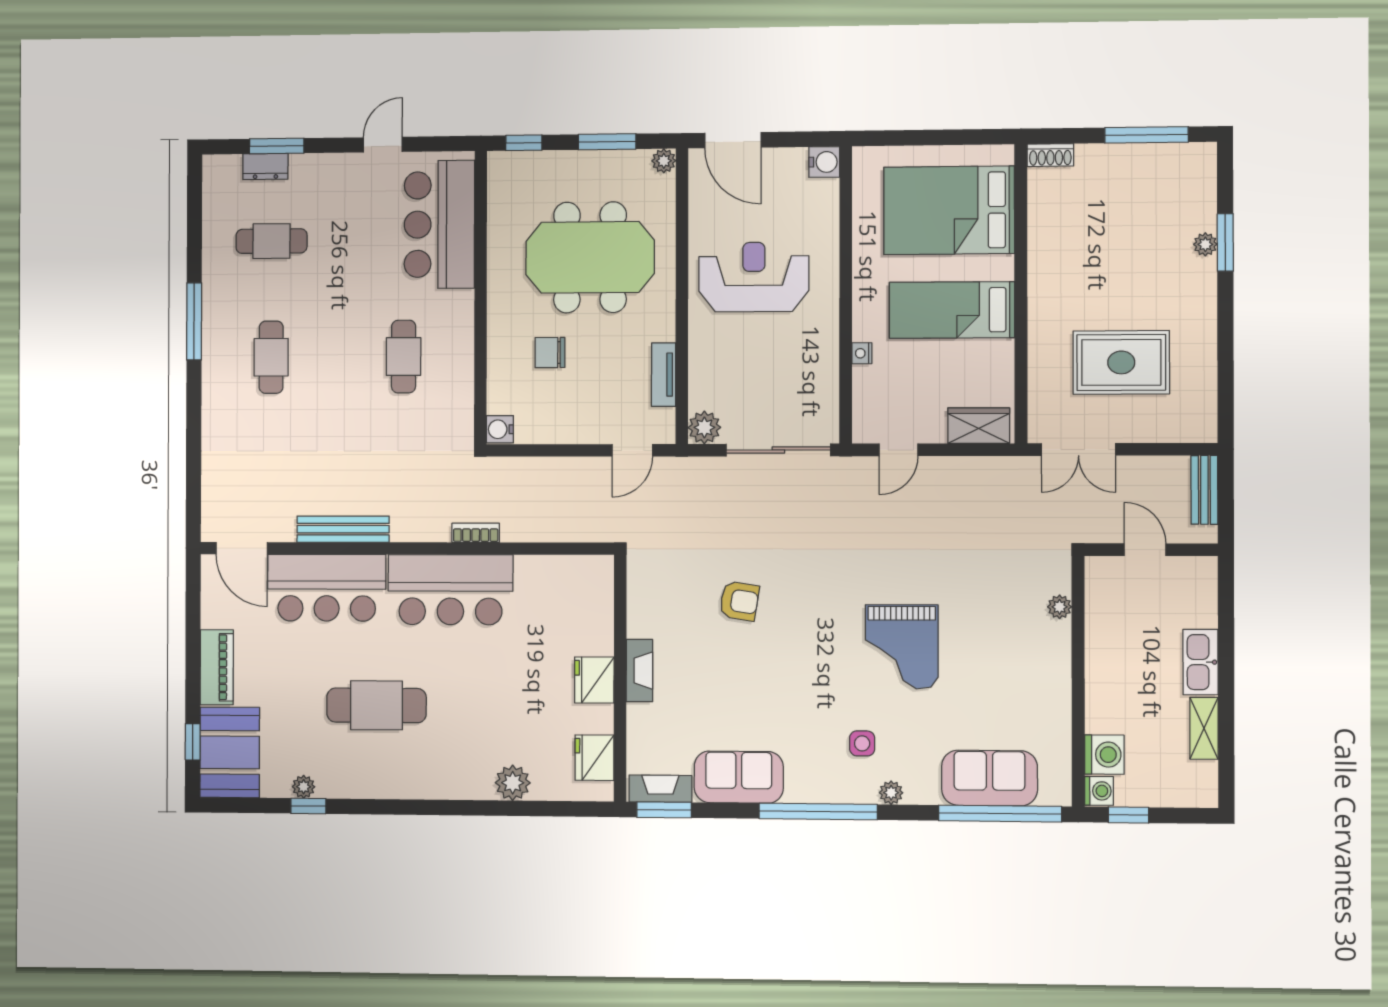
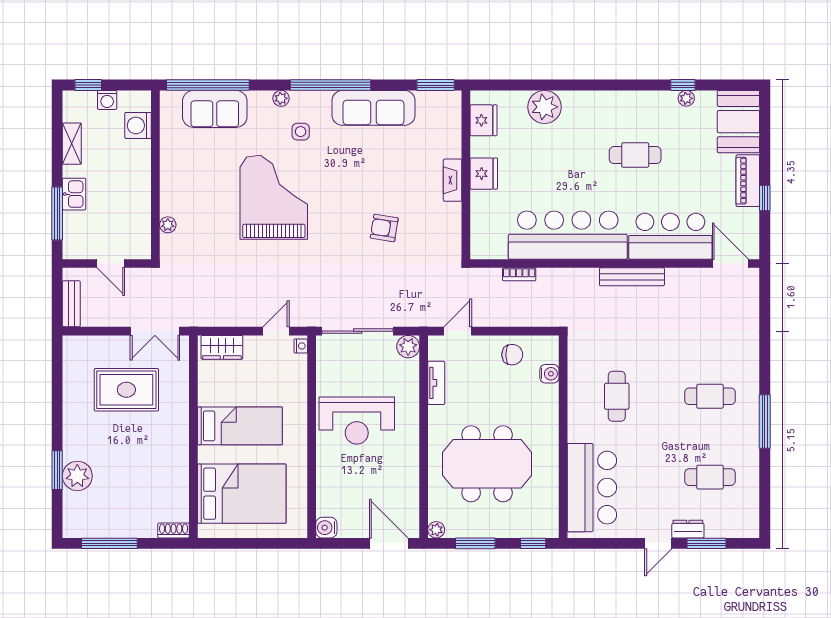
door: (383, 145) -> (658, 543), moved
dresser: (265, 167) -> (688, 529), moved
plant: (1205, 244) -> (77, 476), width x1.88, depth x1.88
reception desk: (754, 277) -> (357, 421), moved
chair: (550, 353) -> (512, 355), moved
nightstand: (862, 353) -> (301, 346), moved
cafe table: (271, 357) -> (710, 396), turned 90
water cooler: (500, 429) -> (549, 374), moved
double door: (1078, 449) -> (155, 331), swing flipped
bench: (343, 529) -> (632, 277), moved
bookcase: (476, 533) -> (519, 274), moved
bar counter: (450, 590) -> (568, 235), width x1.36
window: (1226, 624) -> (57, 214), added
grand piano: (902, 647) -> (274, 197), width x1.37, depth x1.48
kitchen sink: (1201, 662) -> (74, 194), width x0.73
cafe table: (376, 705) -> (635, 155), width x0.73, depth x0.74
window: (193, 742) -> (765, 198), moved
sofa: (739, 777) -> (374, 108), width x1.36
plant: (513, 783) -> (544, 107), width x1.36, depth x1.36
fireplace: (660, 789) -> (438, 99), removed
washing machine: (1099, 791) -> (107, 100), moved, turned -90
window: (1128, 815) -> (88, 85), moved

